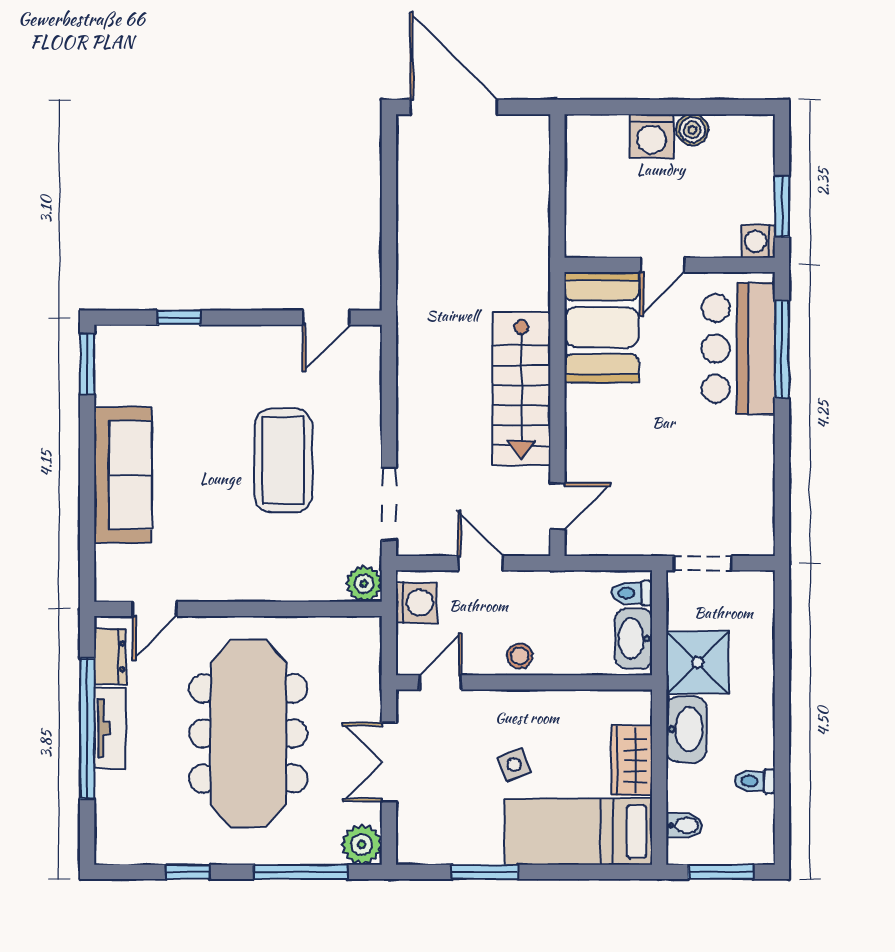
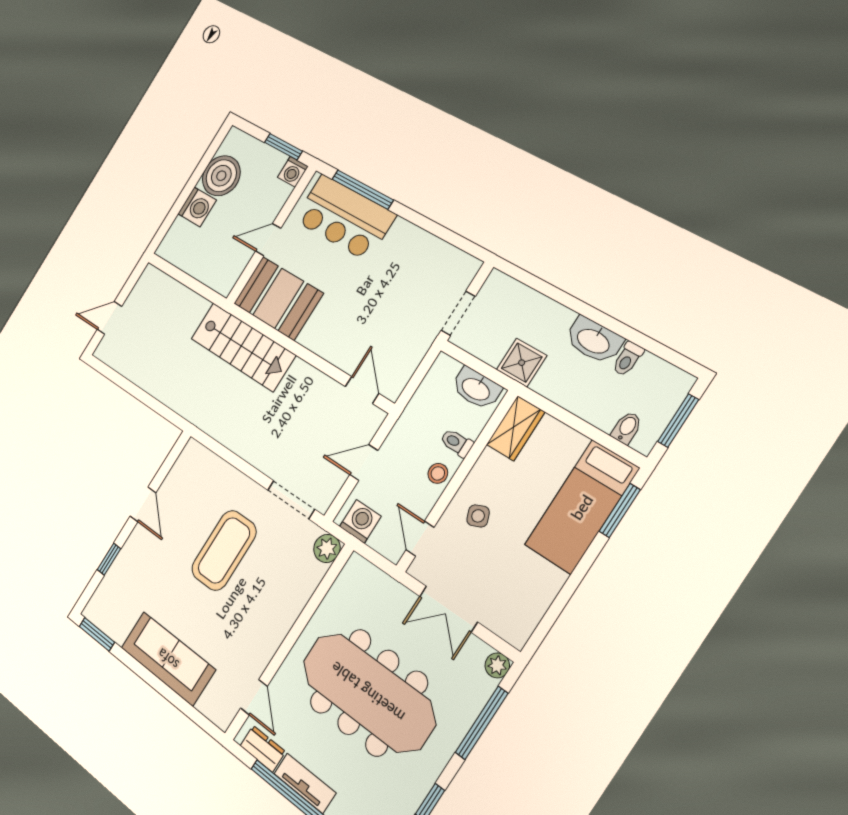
door: (454, 107) -> (109, 318), width x0.53
boiler: (692, 130) -> (221, 176), width x1.86, depth x1.86
door: (662, 265) -> (268, 240), swing flipped
door: (326, 318) -> (143, 504), moved
stairs: (521, 389) -> (243, 347), moved
coffee table: (283, 460) -> (224, 550), turned 90
toilet: (632, 593) -> (457, 443), moved, turned 90
shower: (697, 662) -> (522, 363), width x0.73, depth x0.73
washbasin: (686, 729) -> (594, 340), moved, turned 180
wardrobe: (632, 760) -> (516, 428), moved, turned -90
side table: (514, 765) -> (478, 516), moved
plant: (362, 845) -> (497, 665), width x0.73, depth x0.73
window: (485, 872) -> (620, 511), moved

